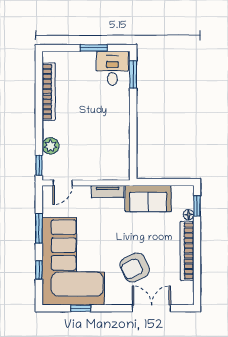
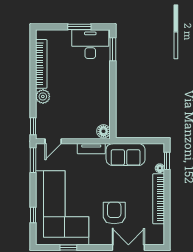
desk: (112, 68) -> (90, 44), width x1.37
plant: (51, 146) -> (43, 96), moved
floor lamp: (122, 171) -> (103, 131), added
window: (39, 228) -> (33, 160), moved
armchair: (135, 267) -> (114, 213), turned 116

